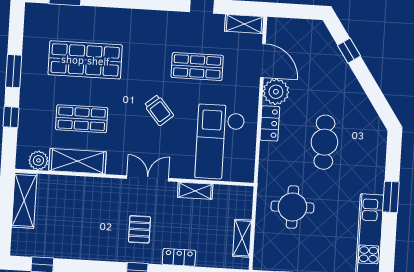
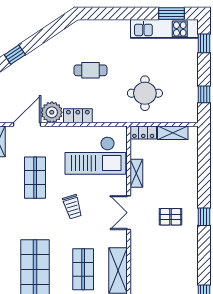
trolley: (159, 110) -> (72, 207), turned 113
cafe table: (324, 142) -> (90, 70), width x0.73, depth x0.74
window: (391, 197) -> (172, 14), moved
locker: (179, 257) -> (143, 133), moved, turned -90

